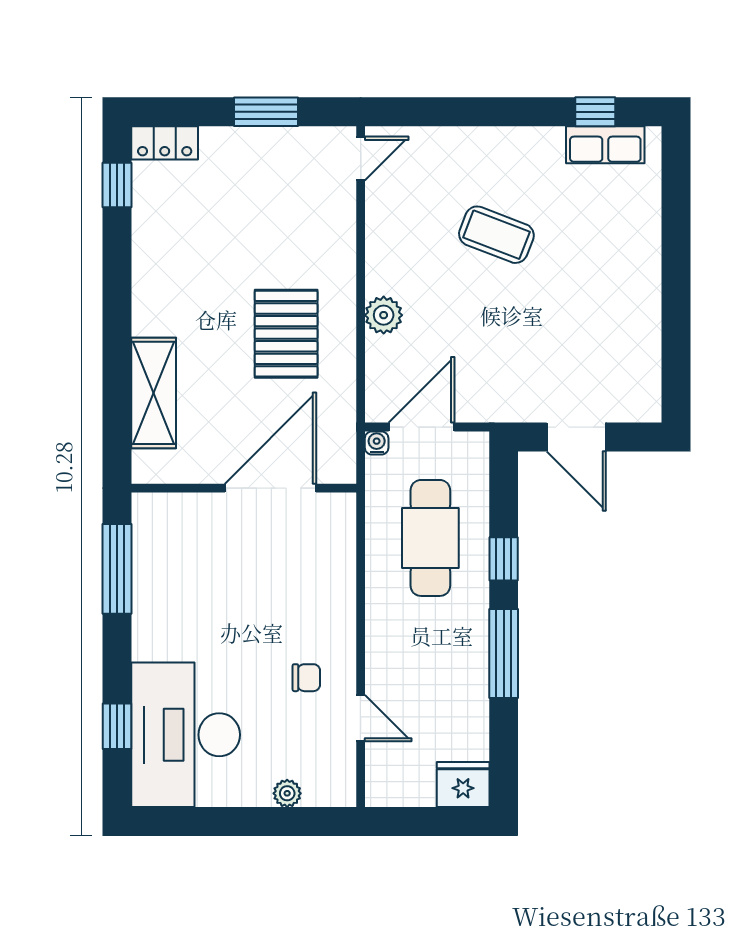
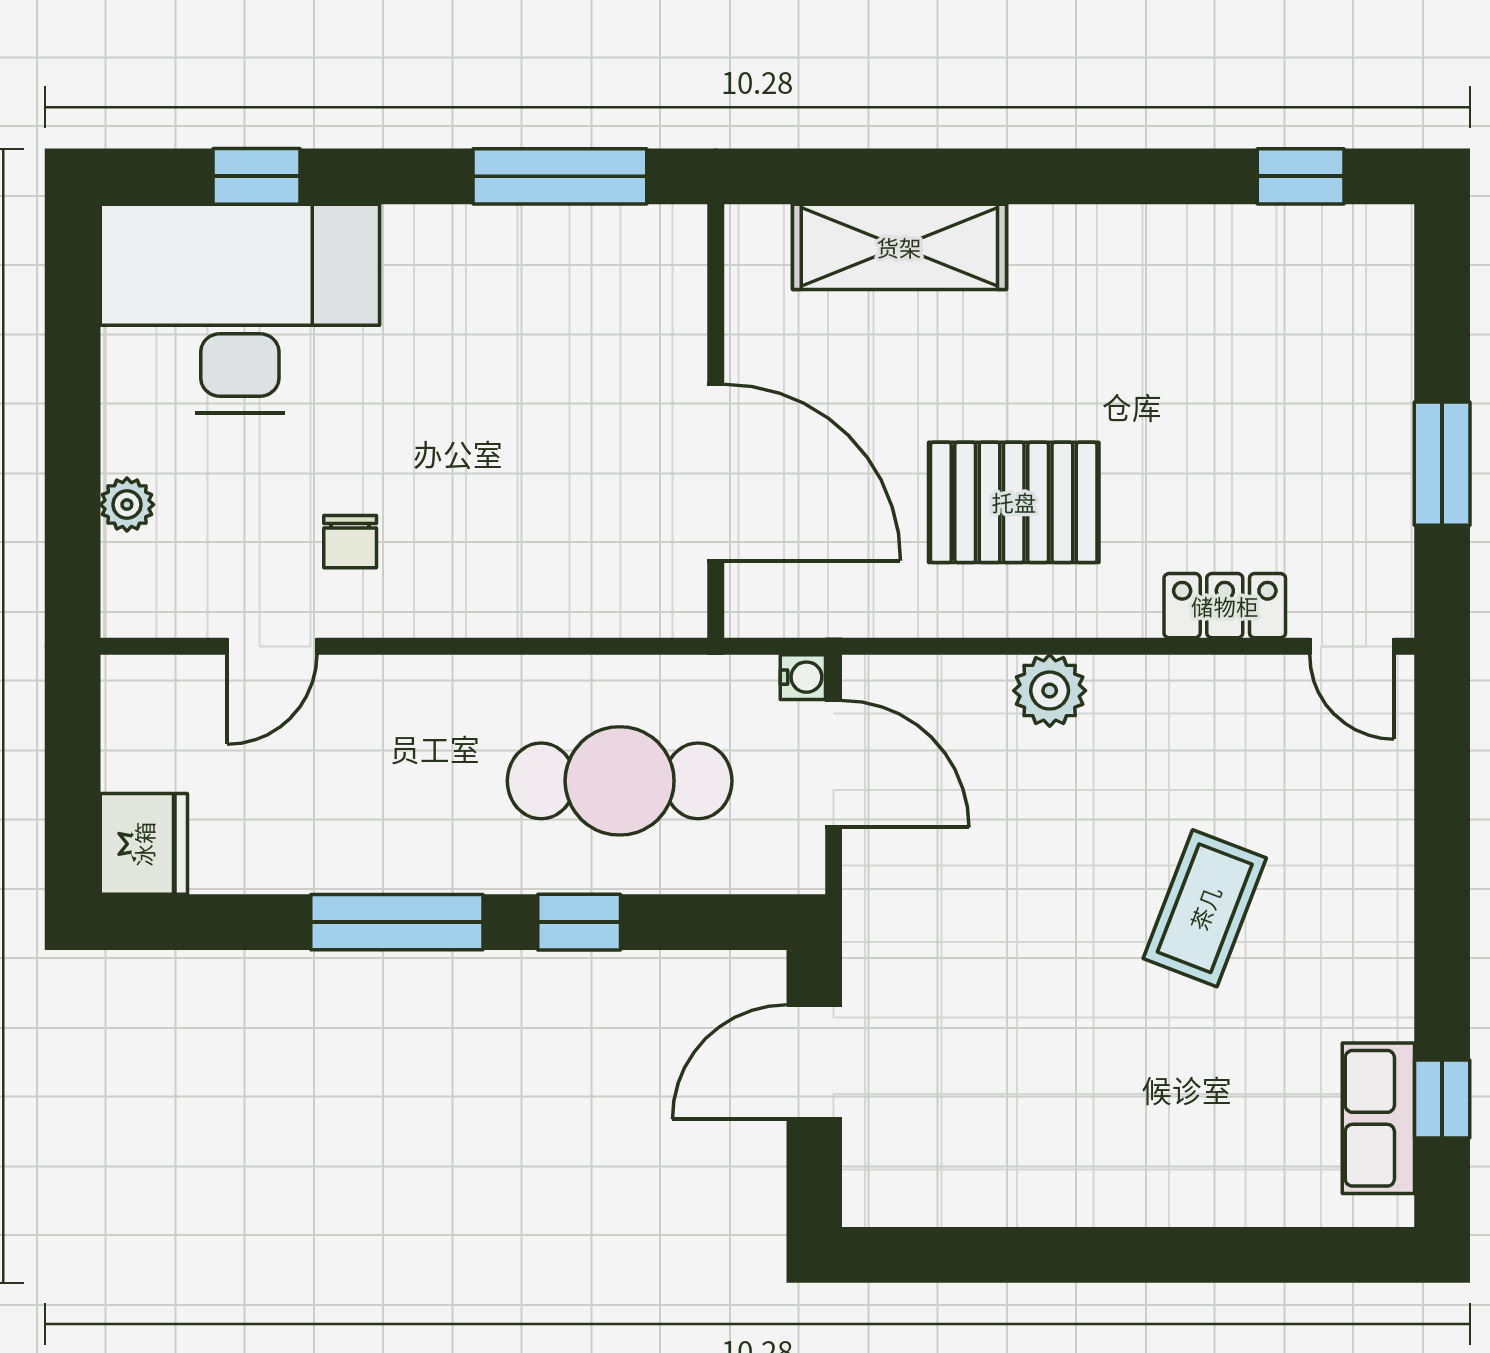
locker: (165, 143) -> (1225, 606), moved, turned 90

